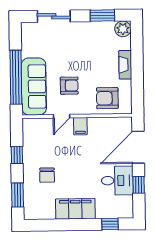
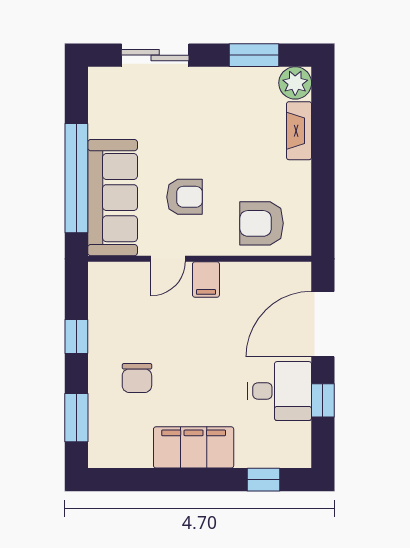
fireplace: (125, 65) -> (299, 131), moved

